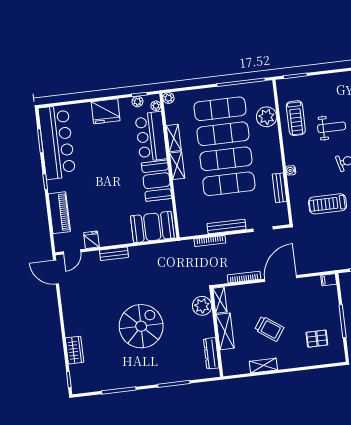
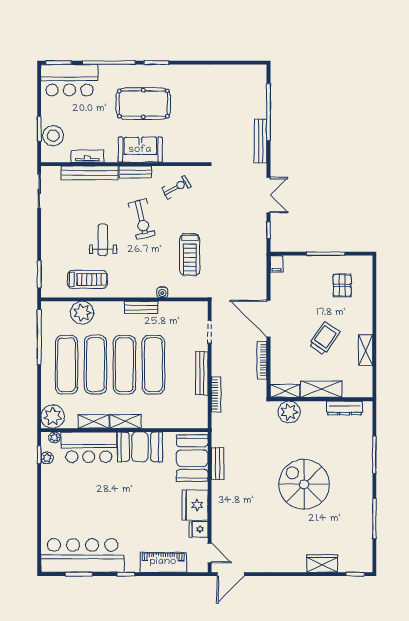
plant: (168, 98) -> (53, 417), width x1.87, depth x1.87
fridge: (106, 111) -> (195, 505), moved, turned 180
water cooler: (291, 170) -> (162, 292), moved
bench: (280, 188) -> (141, 307), moved
bench: (114, 254) -> (218, 464), moved

